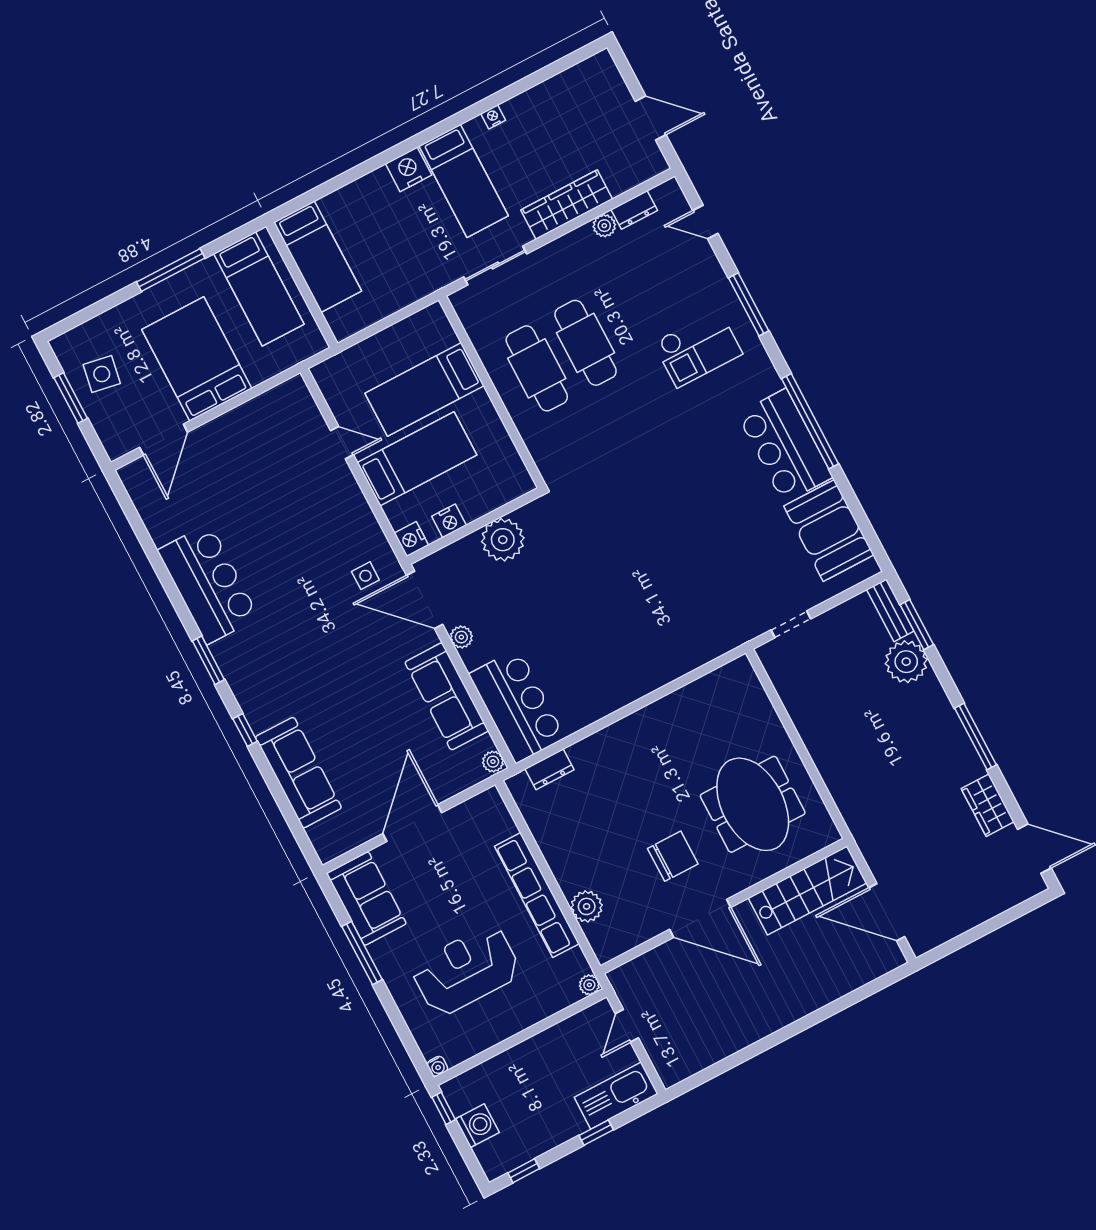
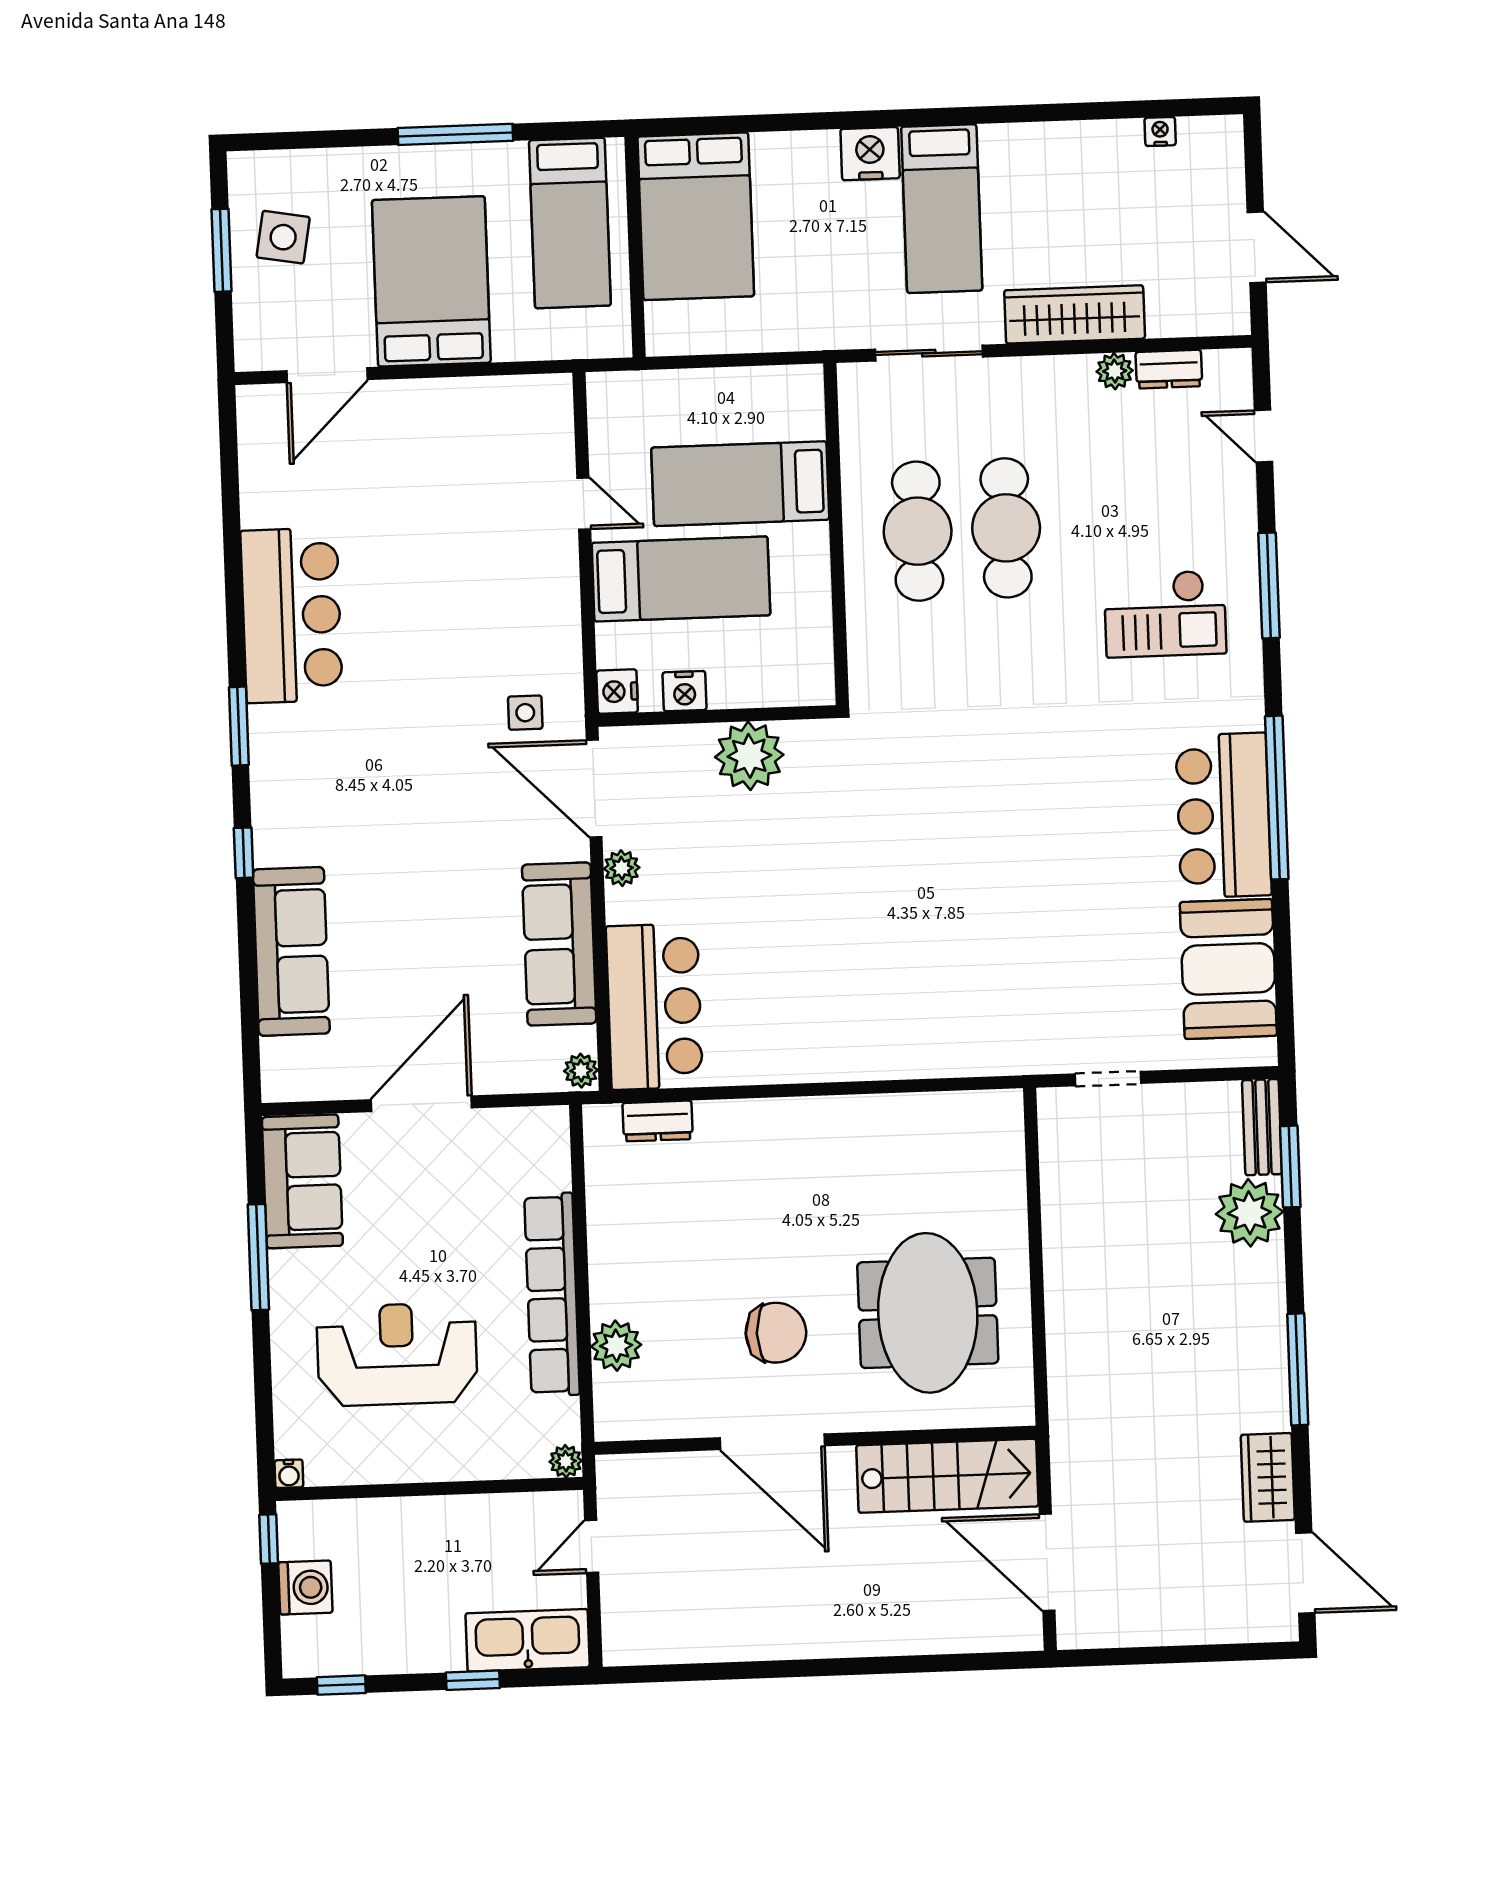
nightstand: (493, 117) -> (1160, 131), moved
bed: (318, 257) -> (696, 216), width x1.50

